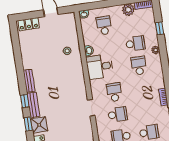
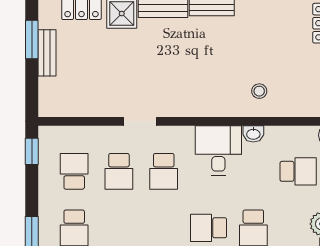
school desk: (139, 66) -> (209, 228), turned 180
school desk: (114, 92) -> (164, 171), turned 90

